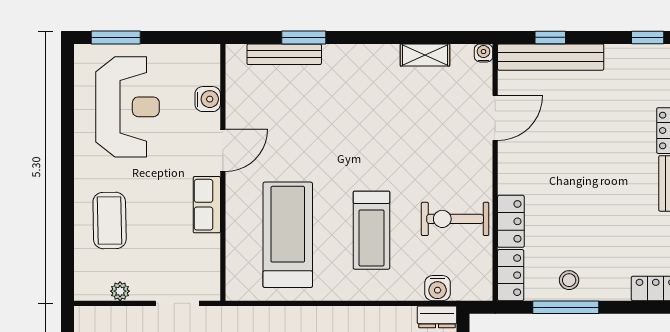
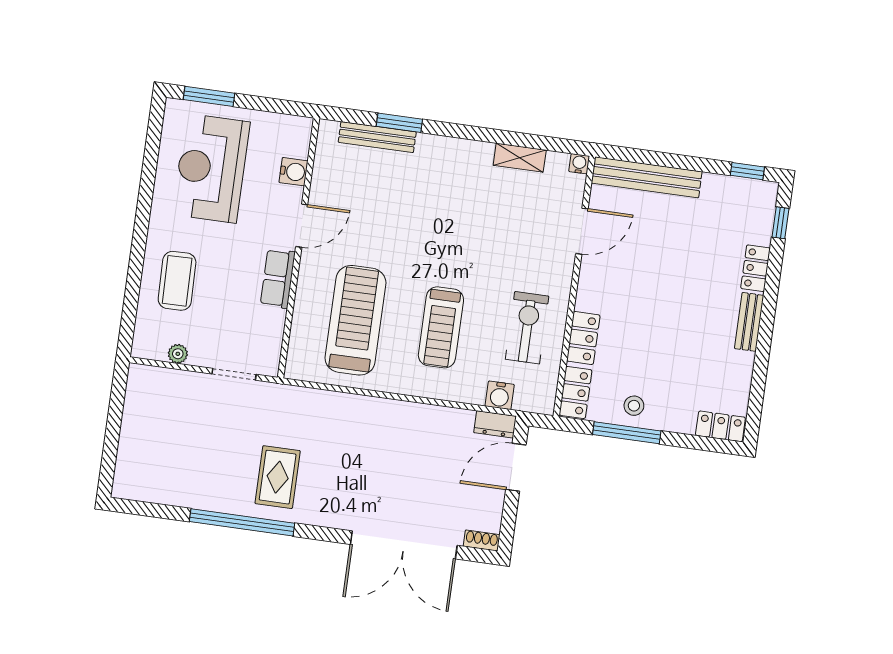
window: (550, 37) -> (649, 157), removed
reception desk: (127, 107) -> (211, 168), turned 180
exercise bike: (455, 219) -> (527, 328), turned 90

